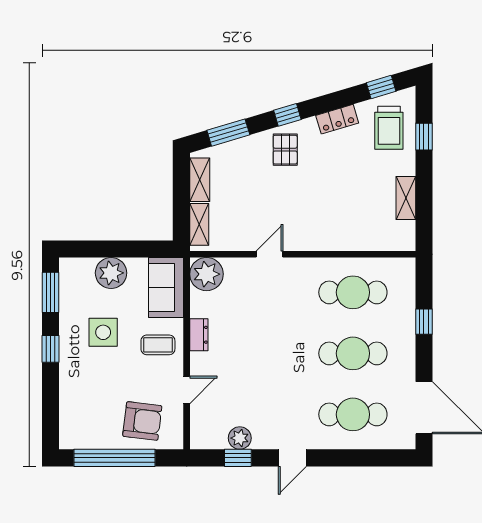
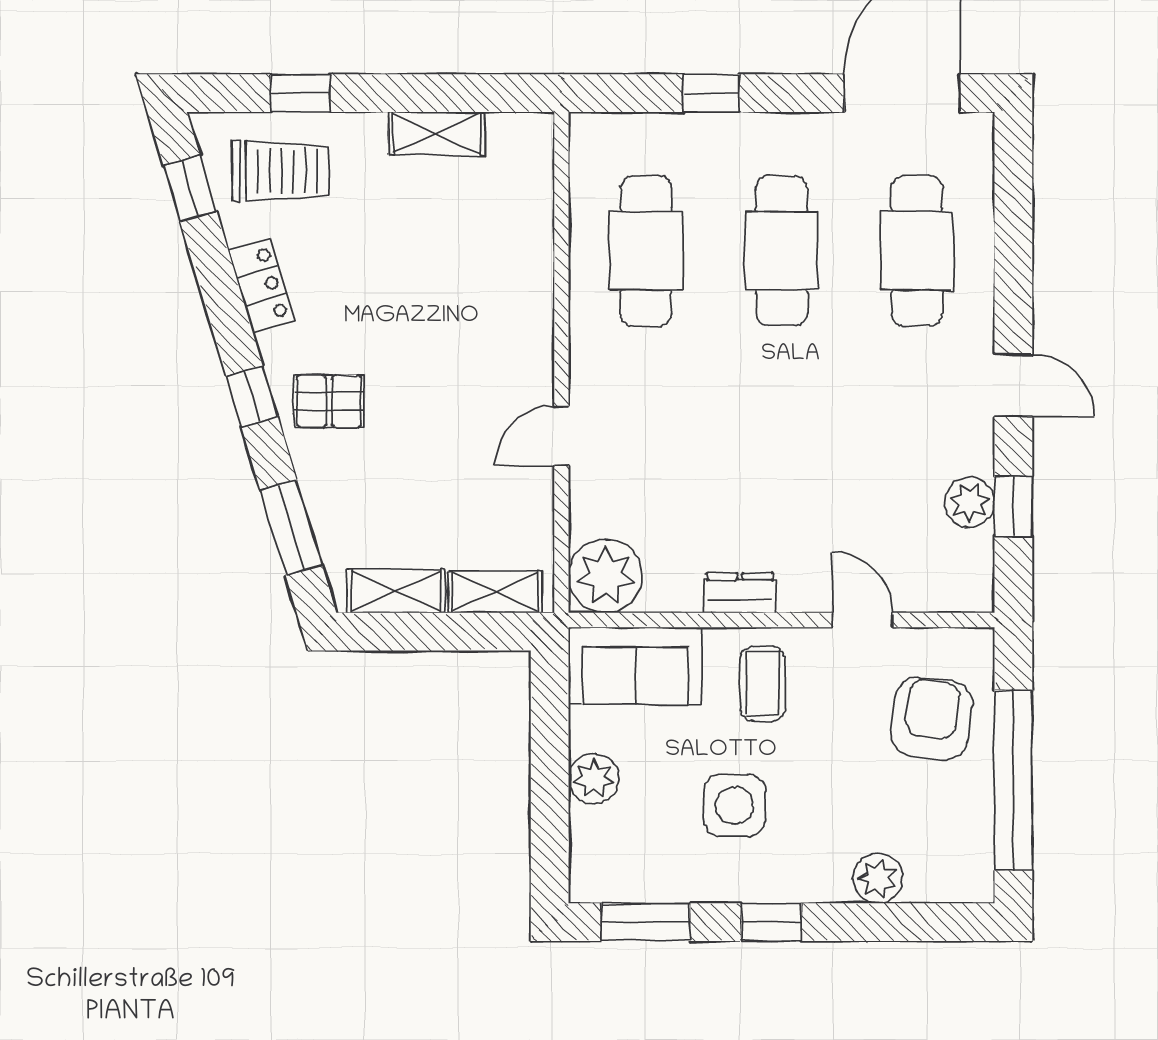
door: (270, 254) -> (561, 436), hinge flipped
plant: (111, 273) -> (594, 779), width x0.73, depth x0.73
plant: (70, 397) -> (878, 878), added

